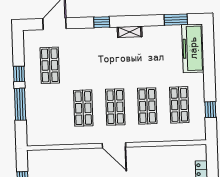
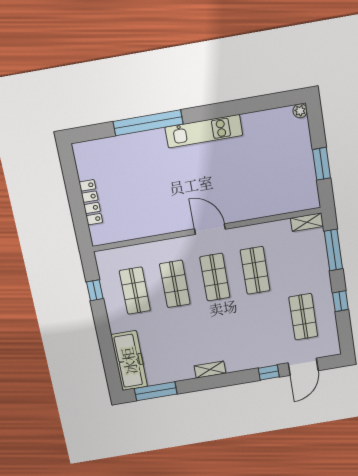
window: (176, 20) -> (156, 391), width x1.44
window: (102, 22) -> (269, 372), moved
window: (20, 104) -> (333, 250), moved
shelving: (39, 140) -> (307, 222), added

